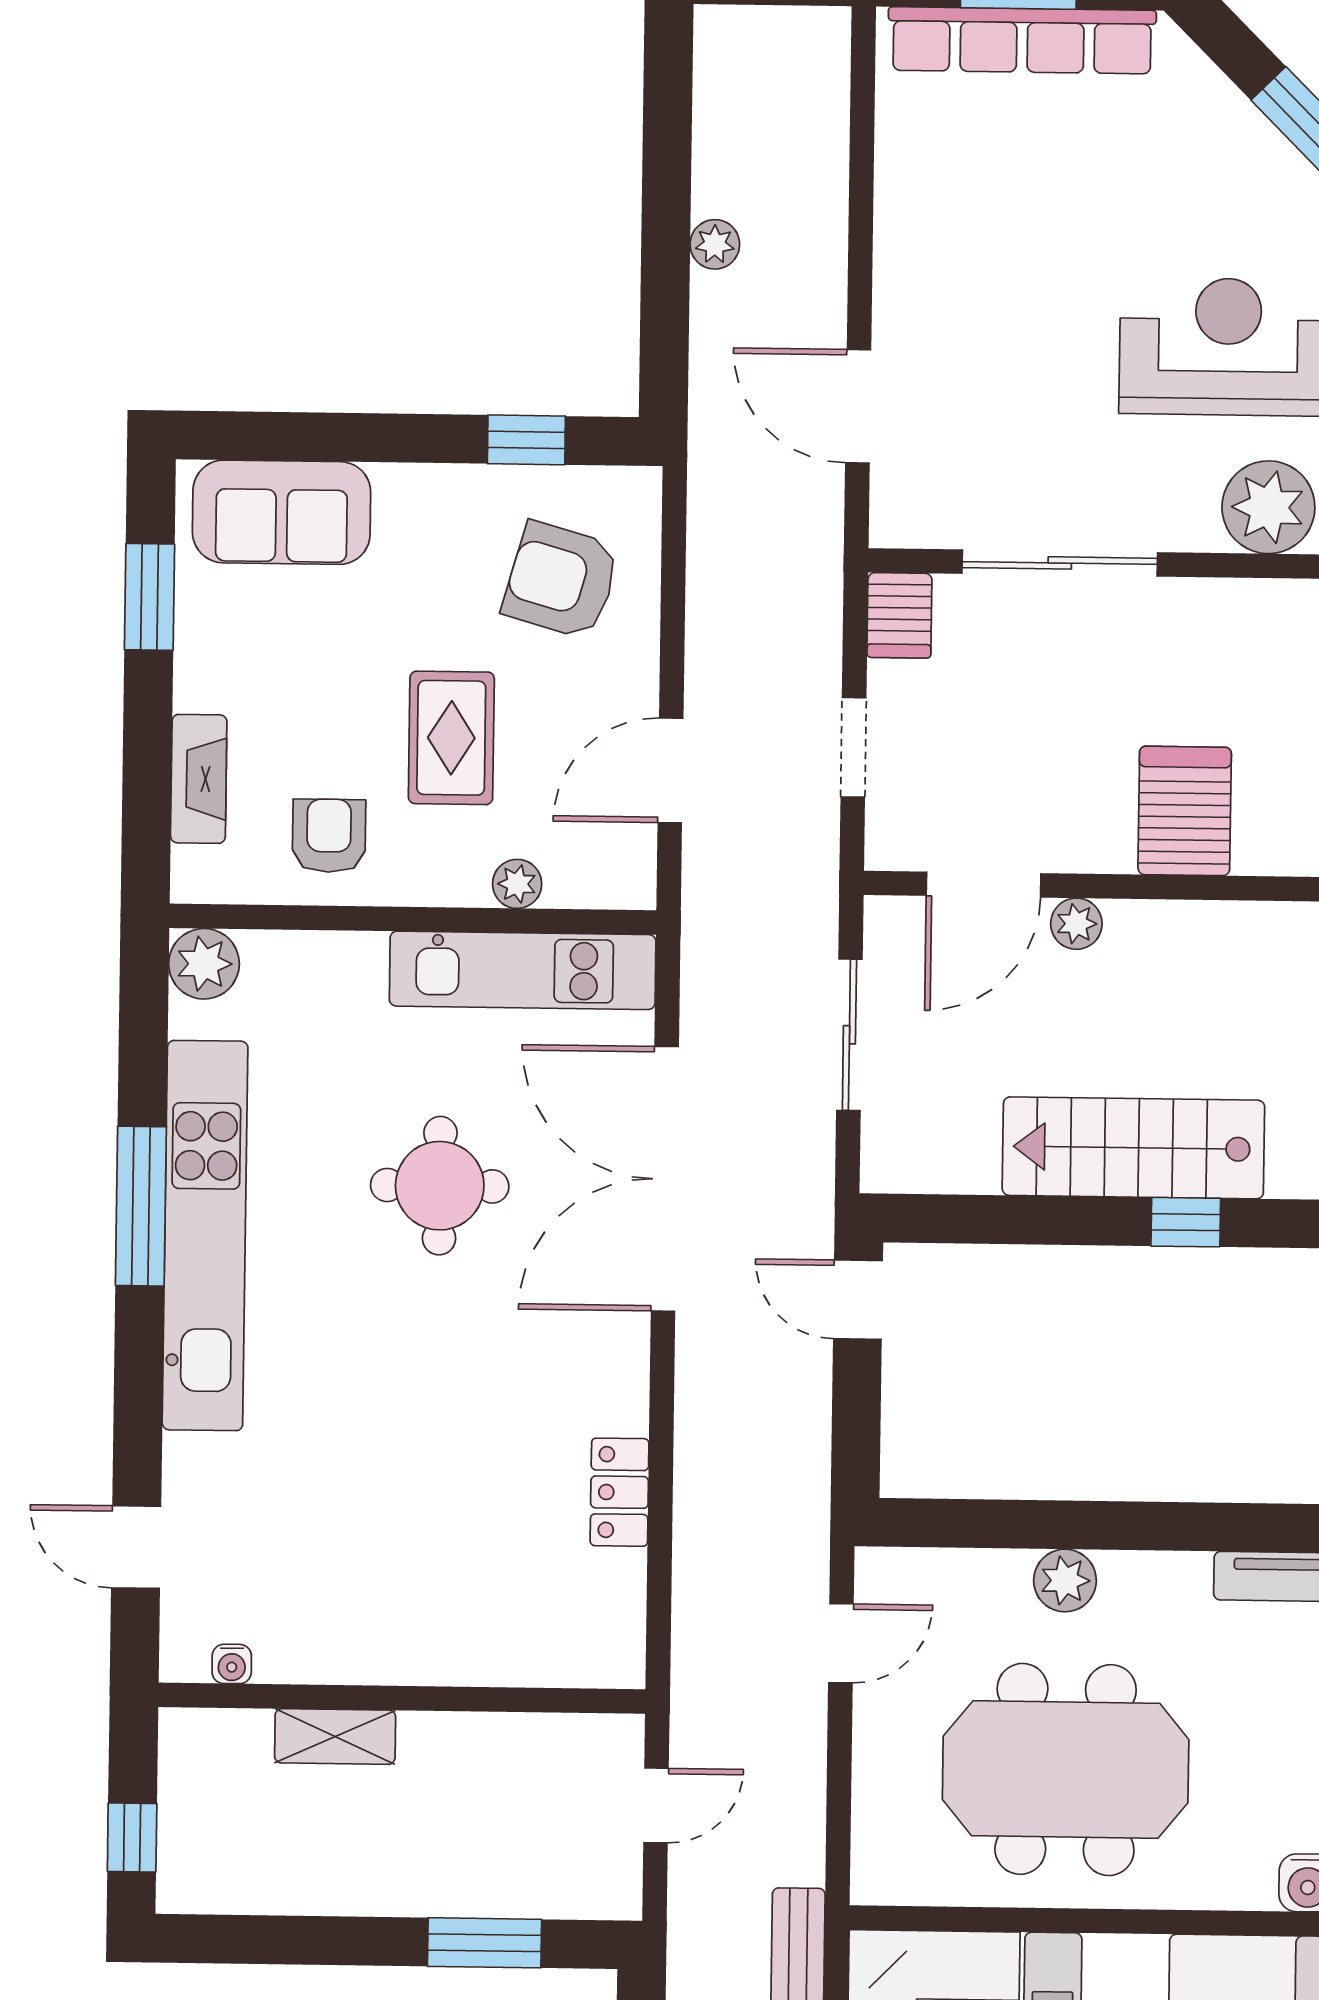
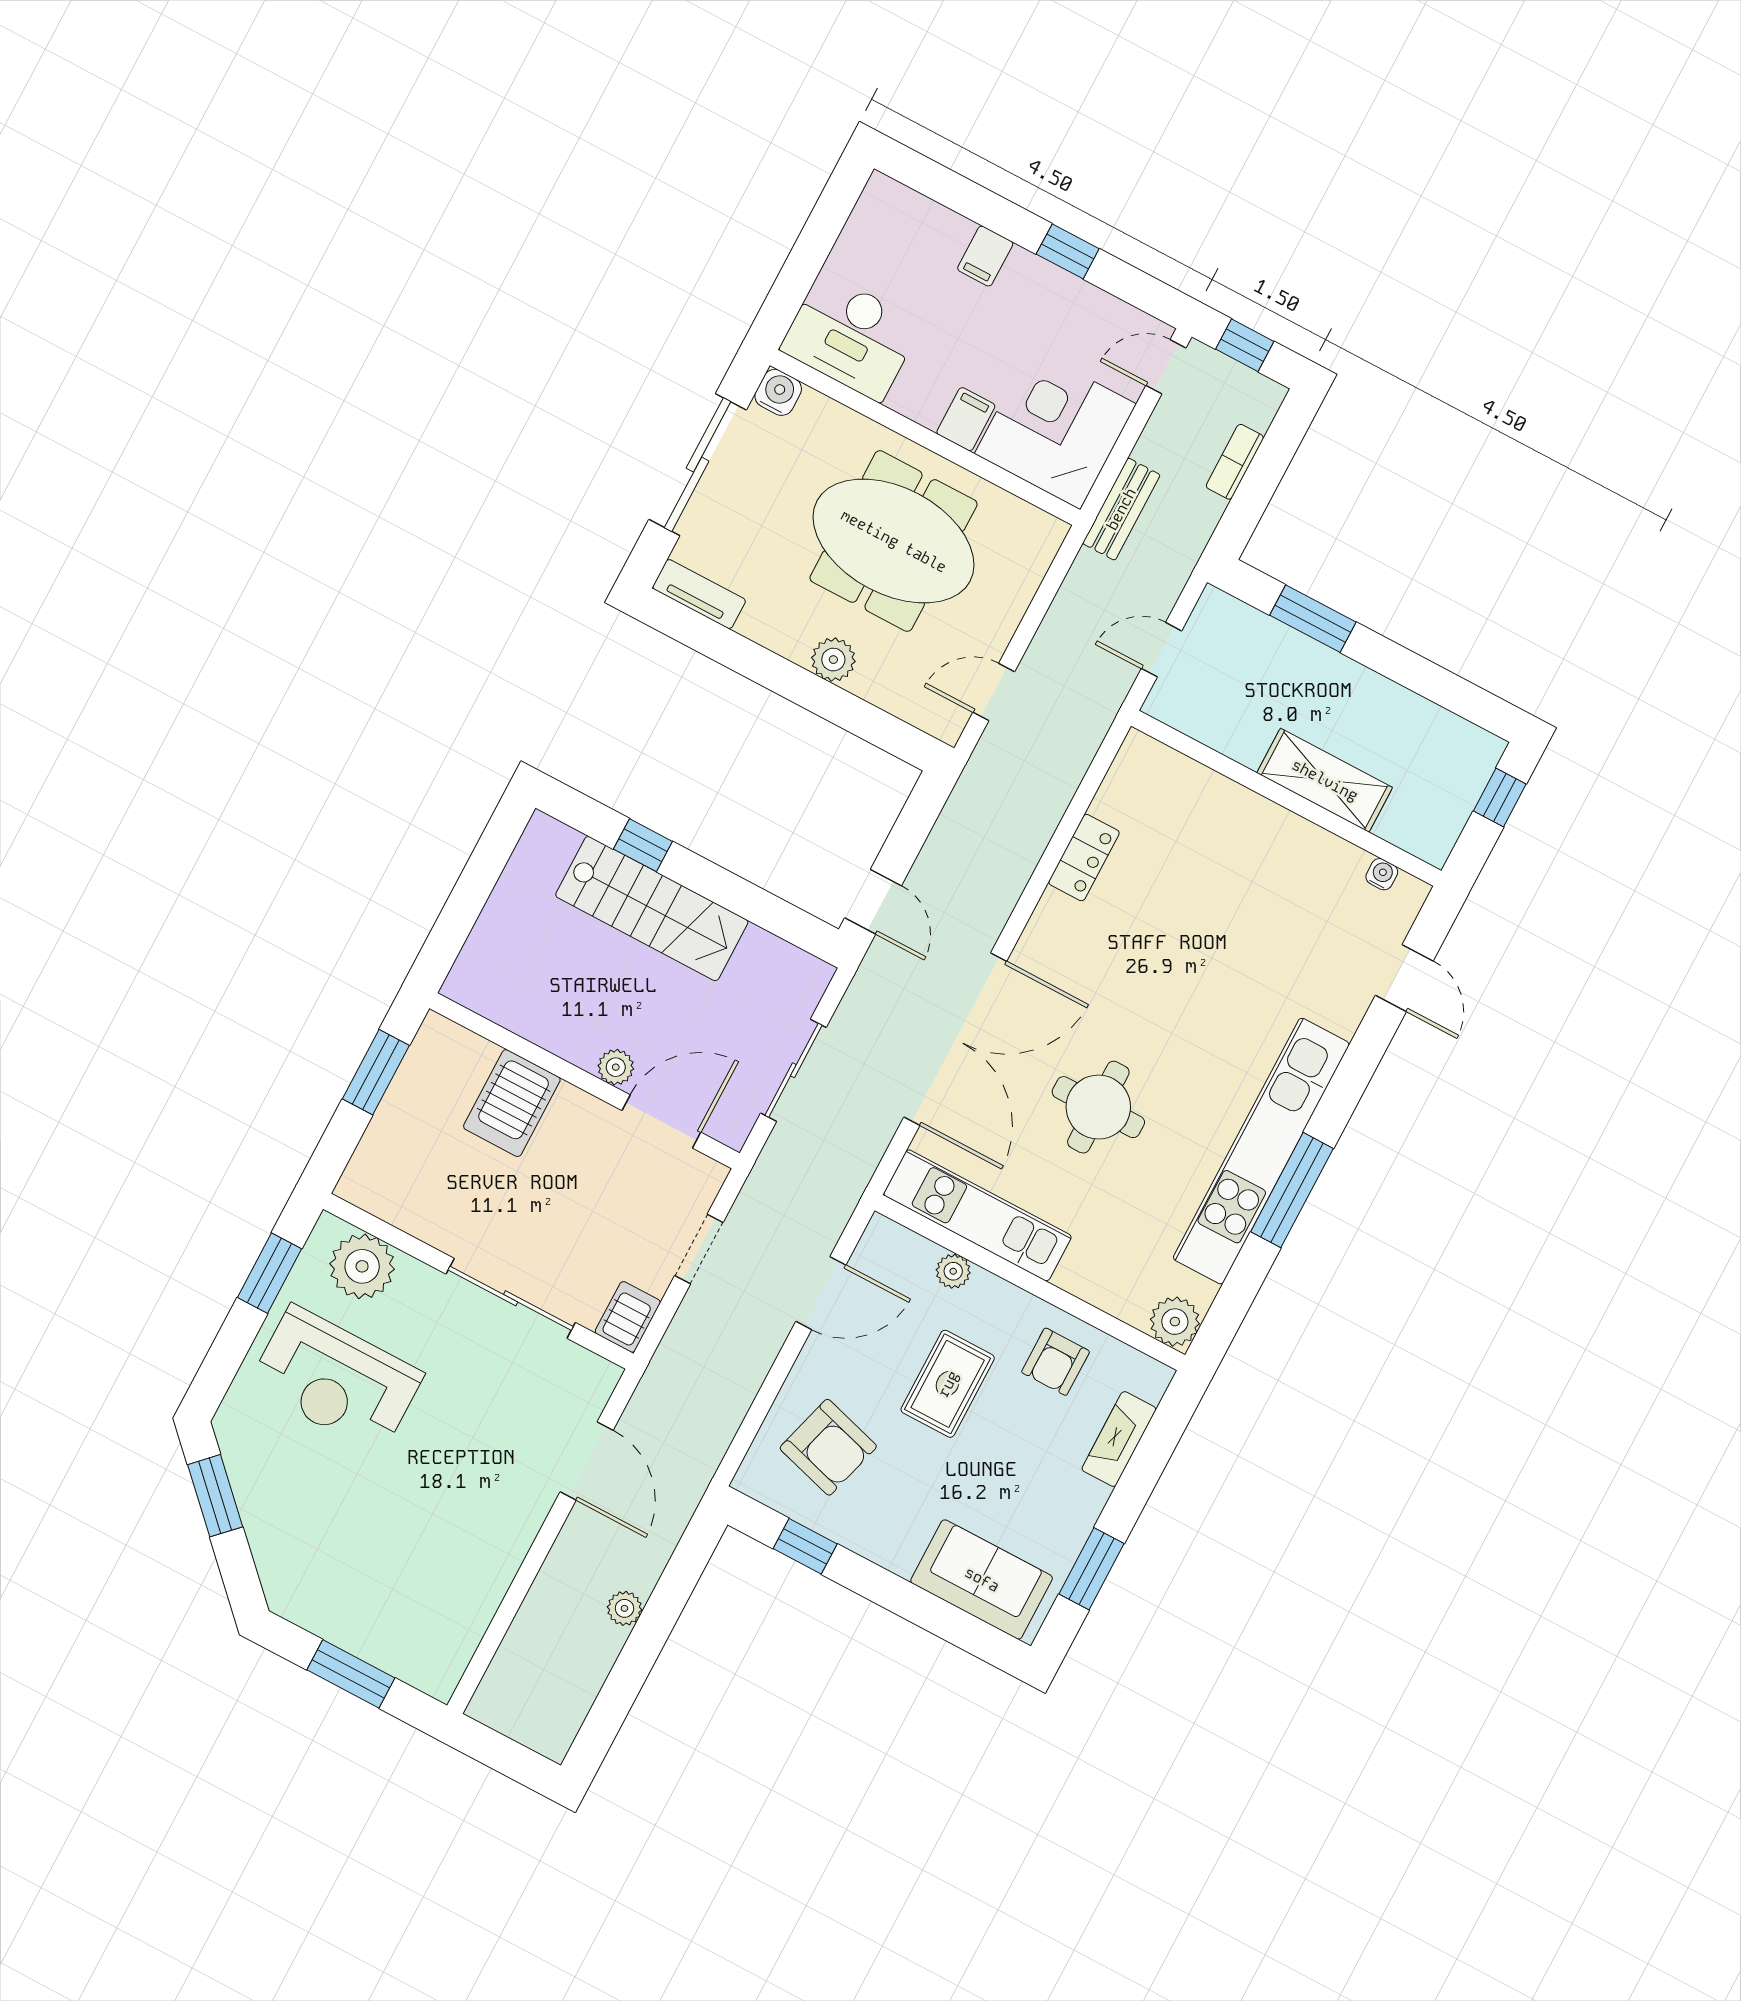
row of seats: (1022, 40) -> (367, 1638), removed
shelving: (335, 1737) -> (1325, 780), width x1.50, depth x1.33

